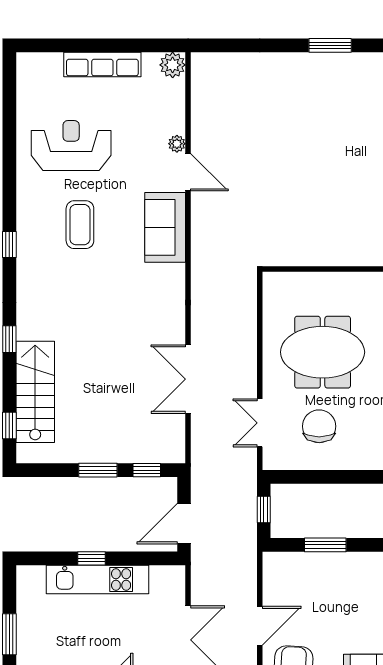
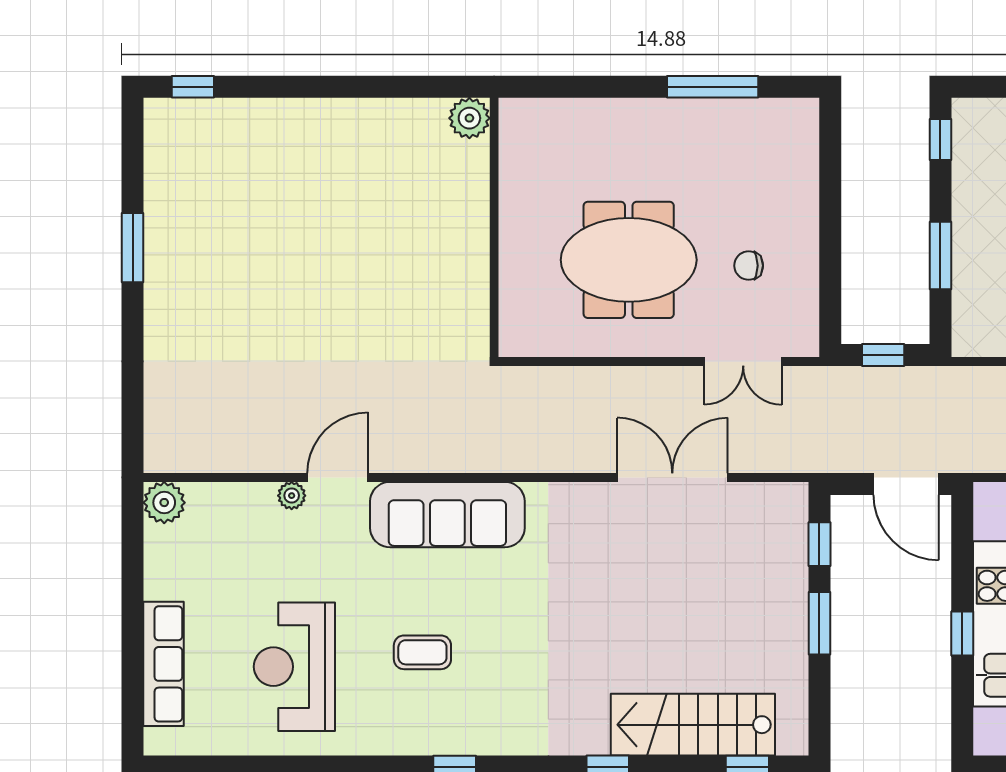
row of seats: (102, 65) -> (164, 664), moved
coffee table: (80, 225) -> (422, 652), width x0.73, depth x0.77
sofa: (165, 227) -> (447, 515), width x1.36
meeting table: (323, 352) -> (629, 260), turned 90
double door: (188, 379) -> (672, 477), swing flipped
chair: (319, 426) -> (749, 266), width x0.54, depth x0.54

